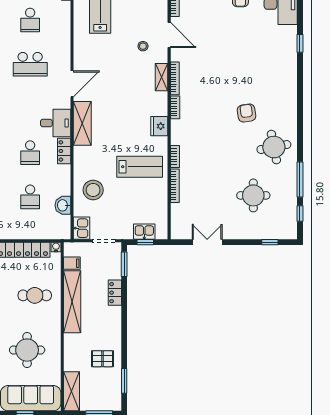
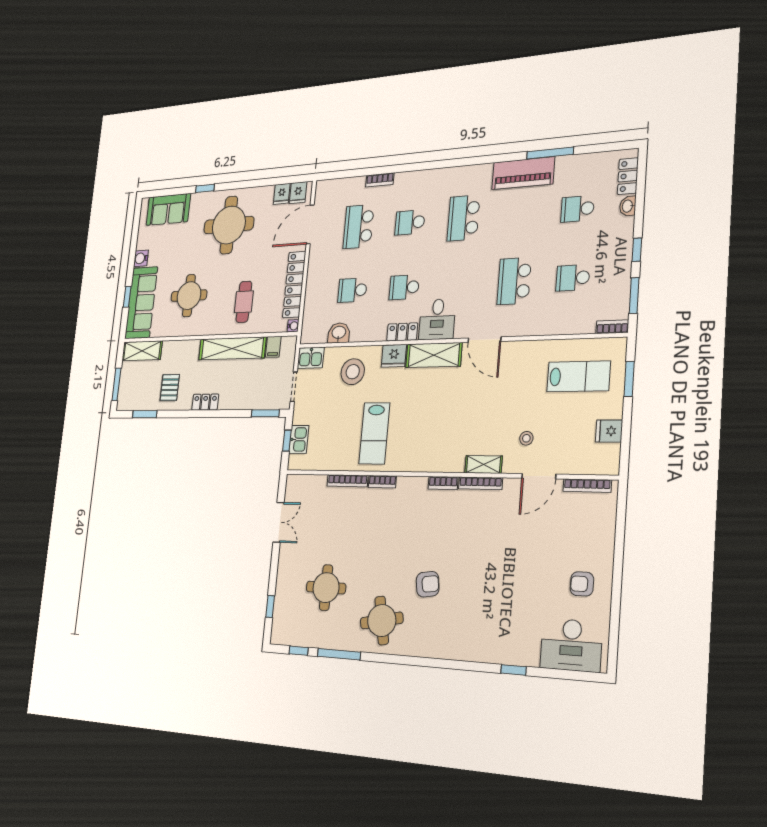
fridge: (159, 126) -> (394, 356), moved, turned 180
locker: (115, 293) -> (205, 402), moved

